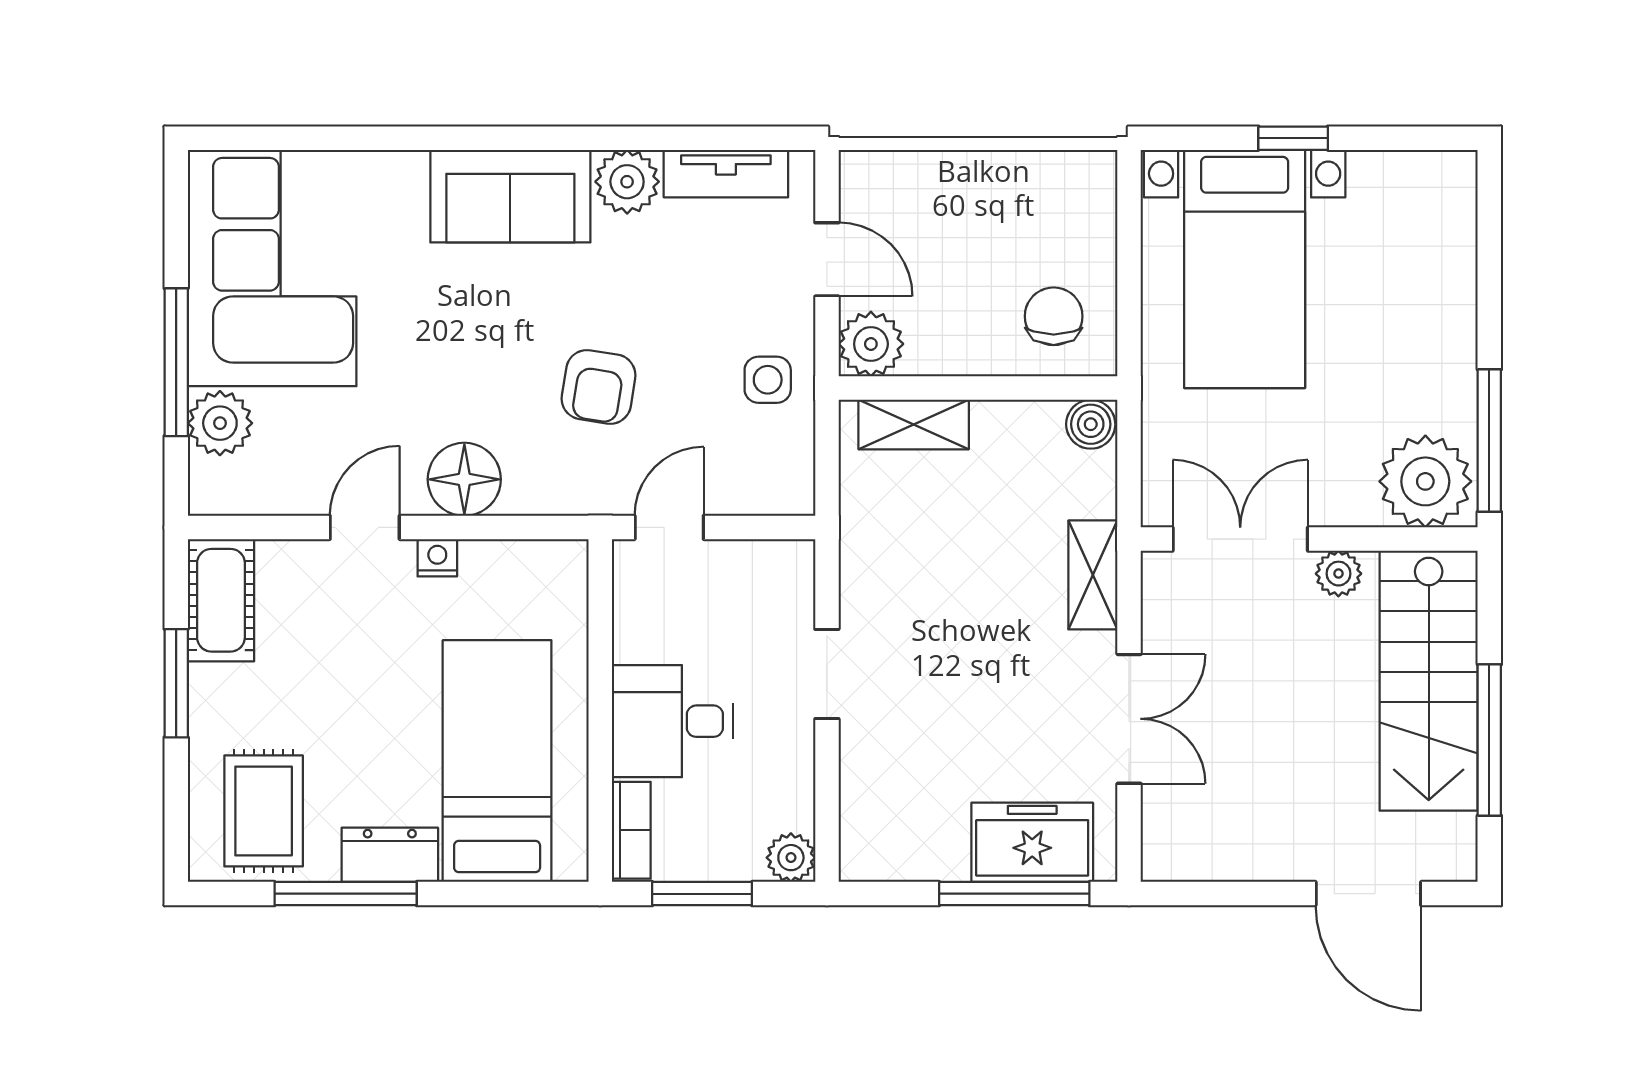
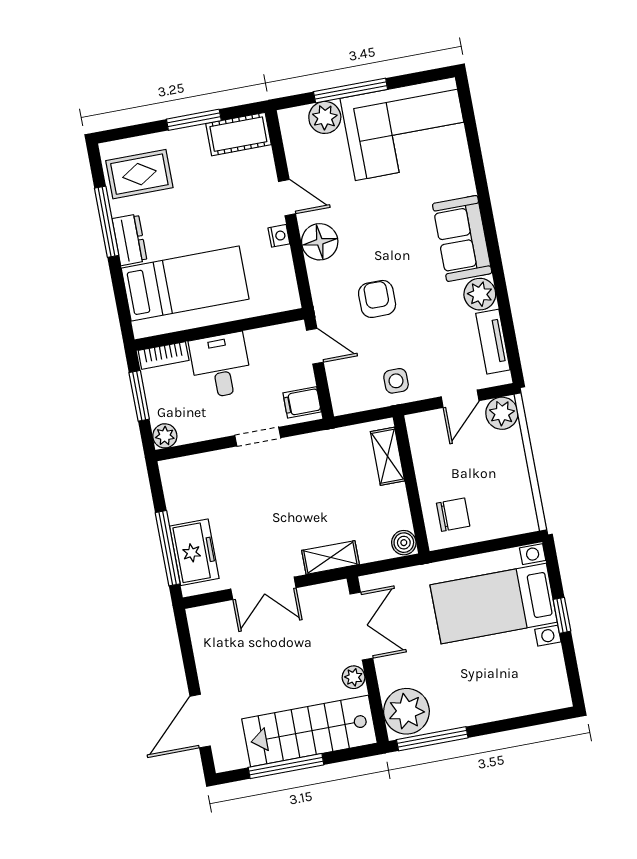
plant: (871, 344) -> (502, 413), moved
armchair: (599, 387) -> (377, 299), turned 81
filing cabinet: (775, 574) -> (302, 402), added

